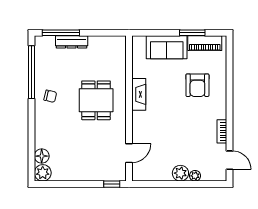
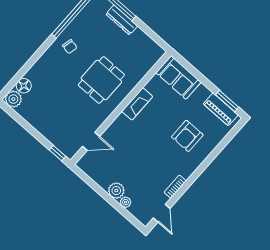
window: (192, 33) -> (227, 101), moved
sofa: (167, 47) -> (178, 77), moved

